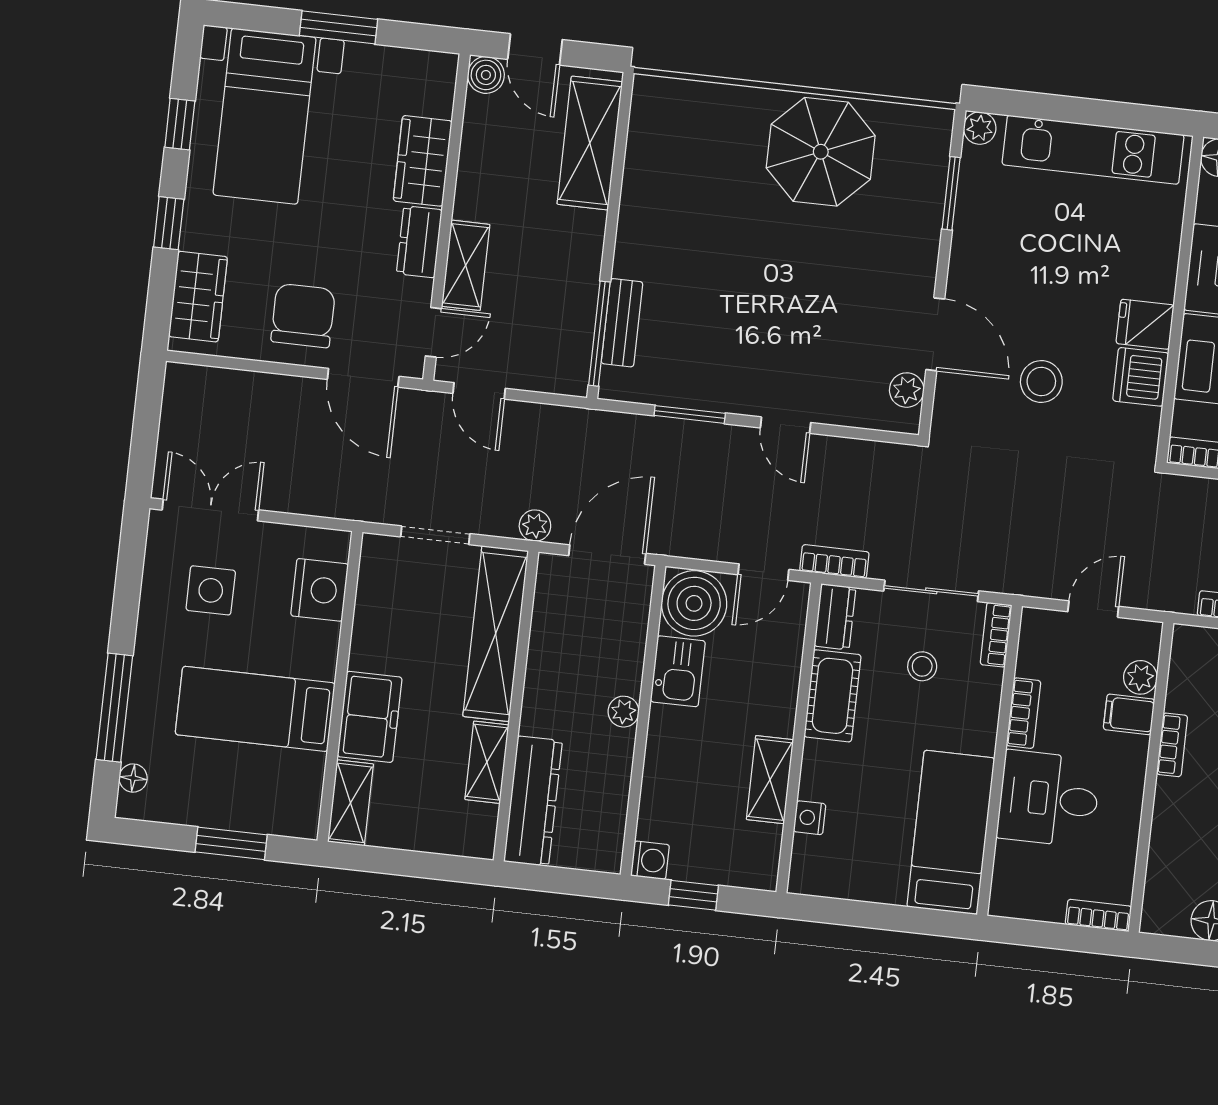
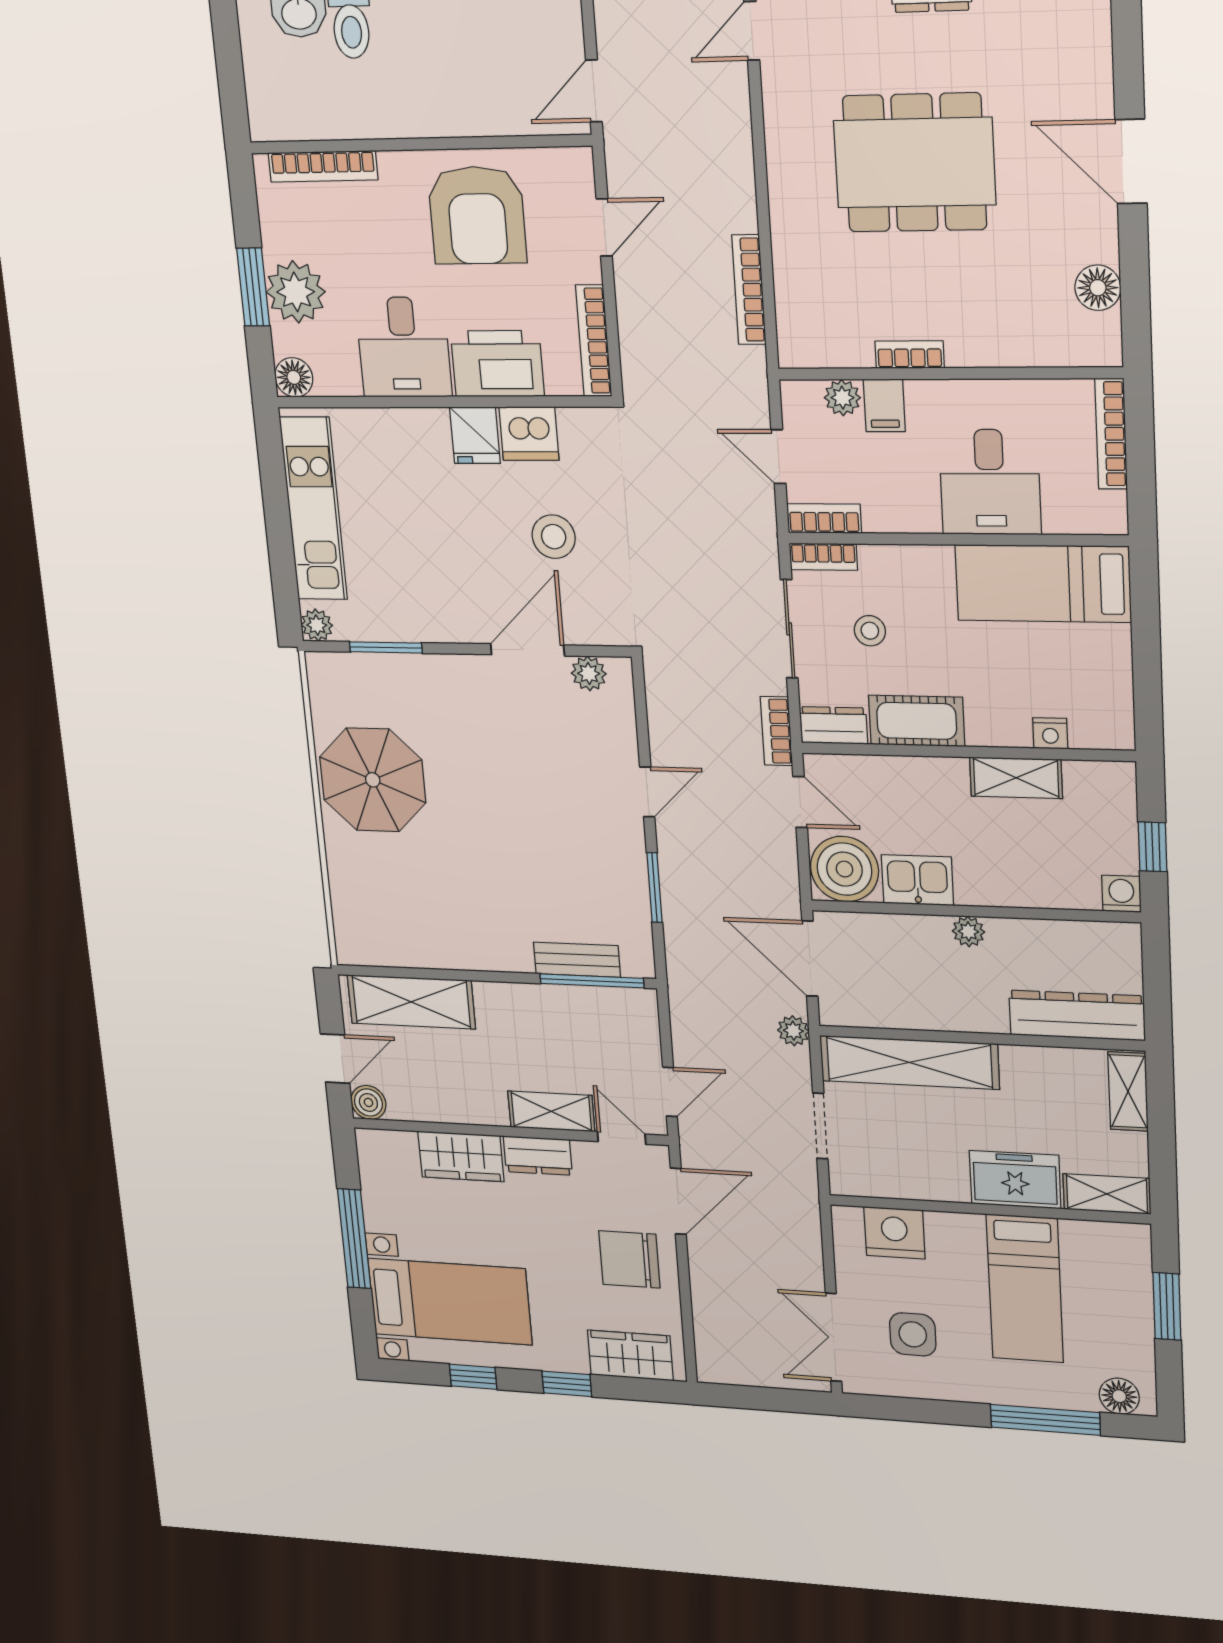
window: (338, 27) -> (354, 1239), width x1.44
bookcase: (1024, 713) -> (824, 518), moved
shelving: (487, 762) -> (1128, 1091), moved, turned 90
floor lamp: (133, 778) -> (1119, 1396), width x1.37, depth x1.37
bookcase: (1098, 915) -> (1111, 434), width x1.56

